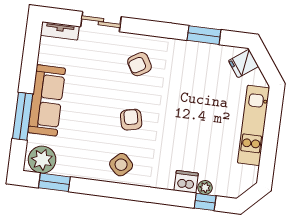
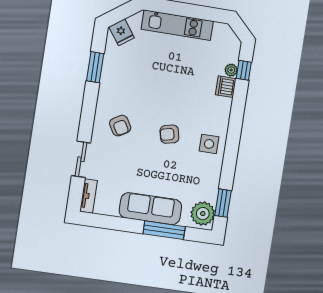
side table: (121, 165) -> (209, 144), turned 45

